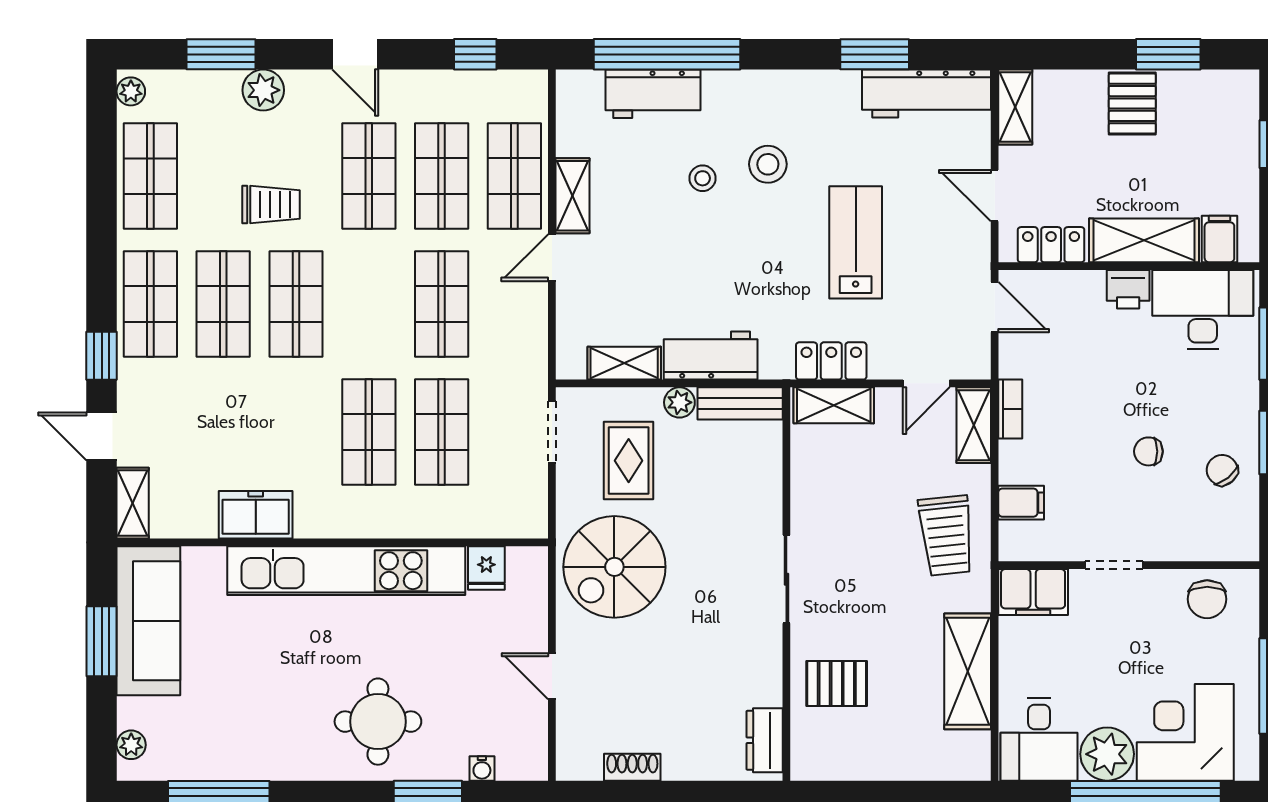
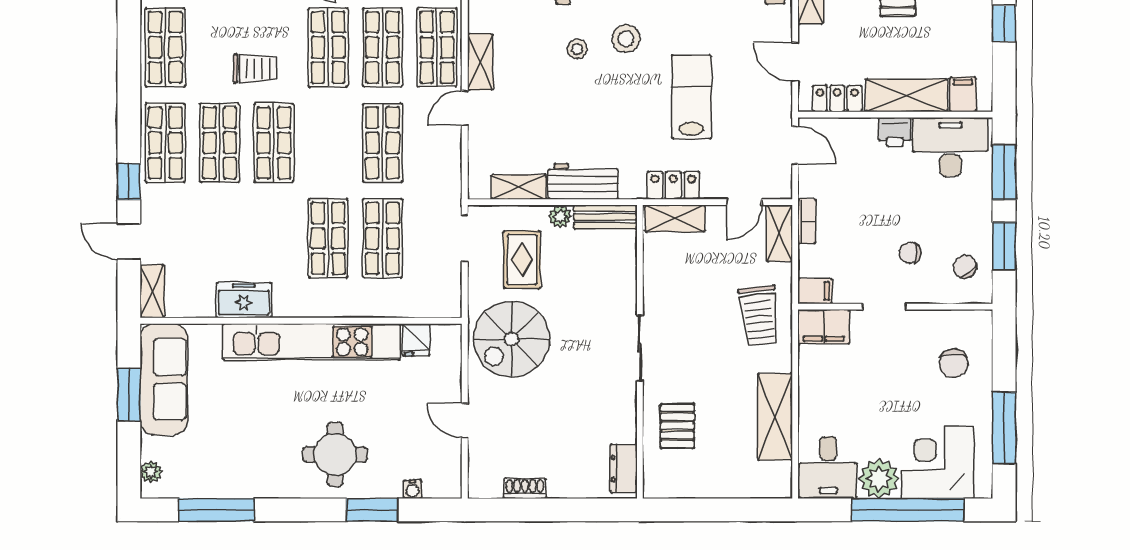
doorway: (1114, 565) -> (884, 307), moved
wall: (1129, 565) -> (895, 307), moved
filing cabinet: (1033, 592) -> (824, 327), moved
pallet: (837, 684) -> (677, 426), turned 90

